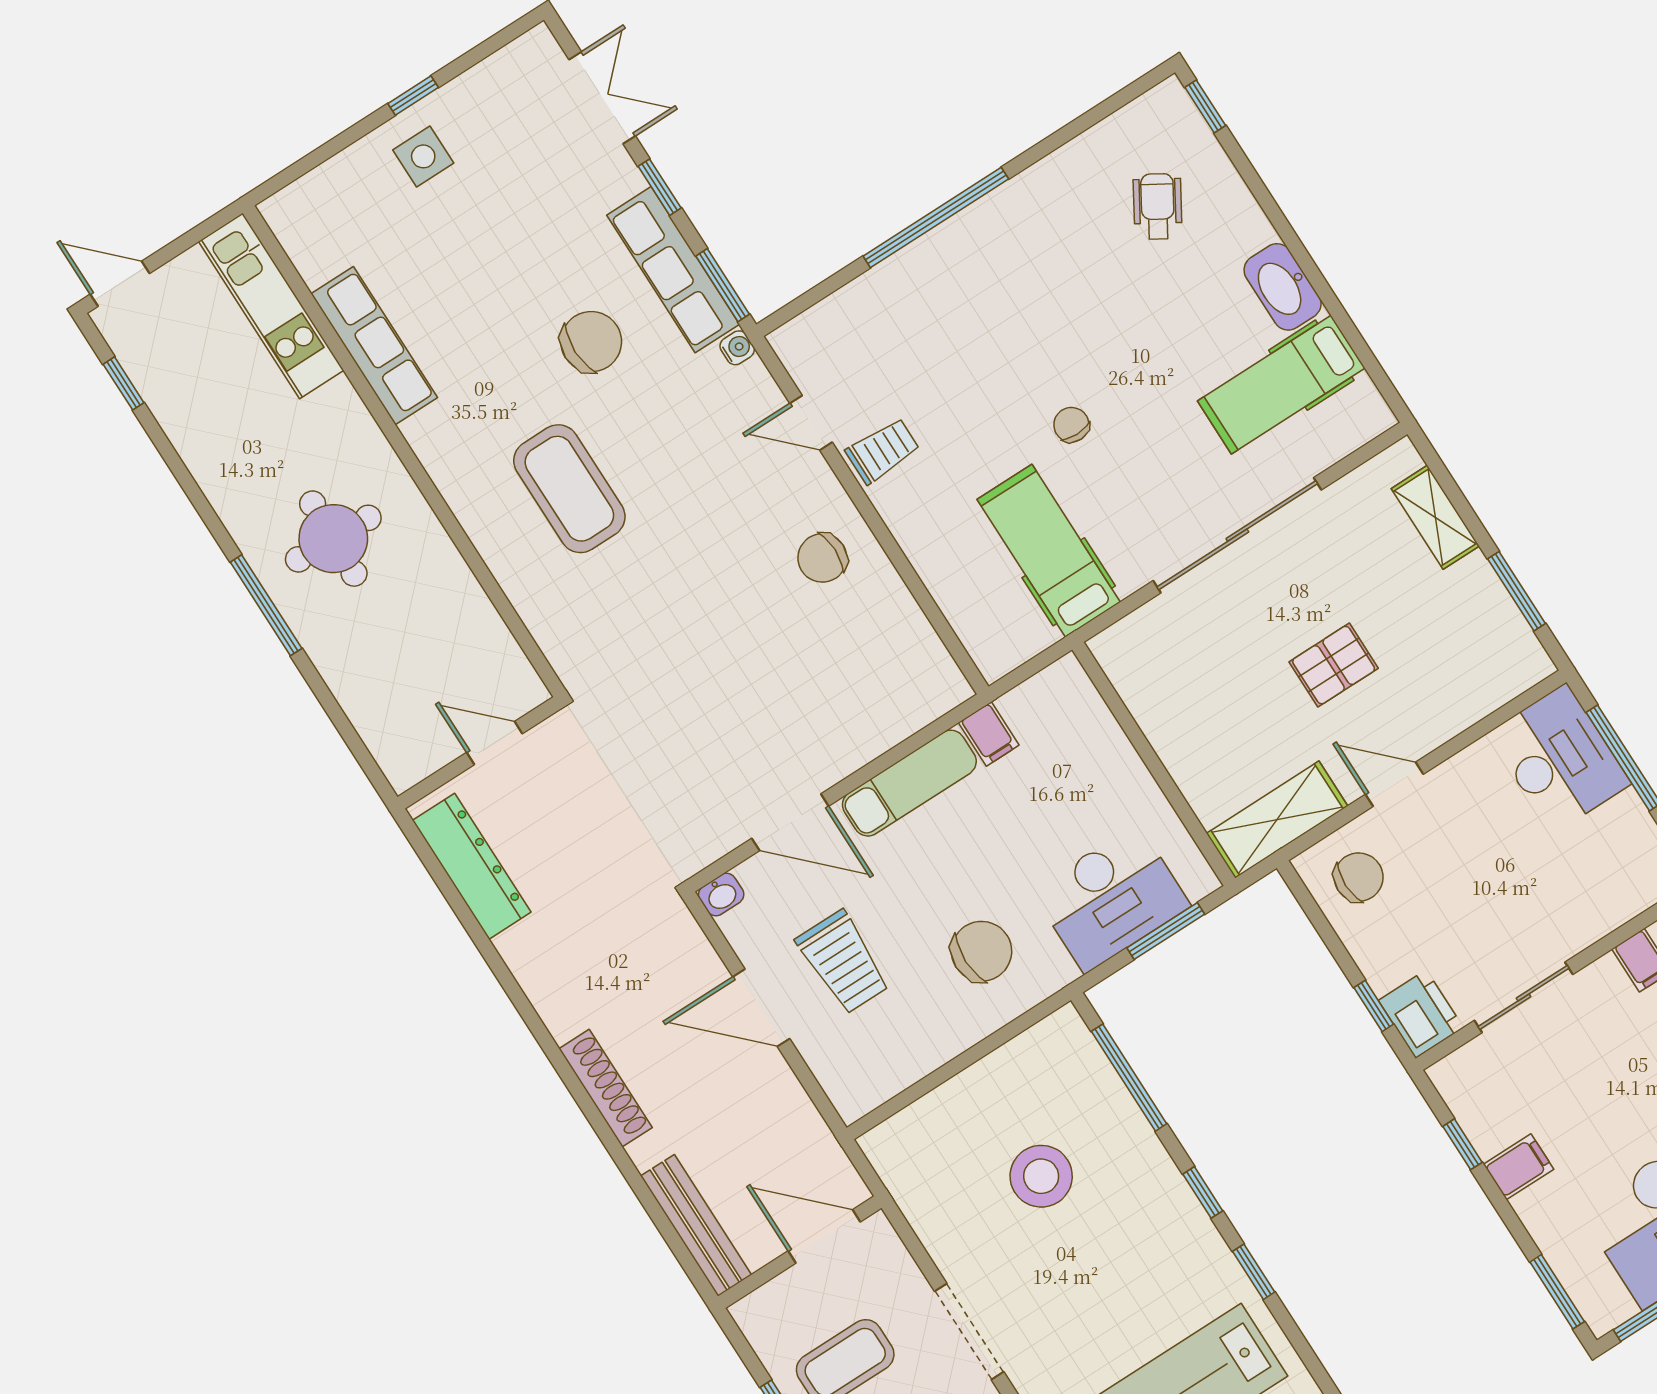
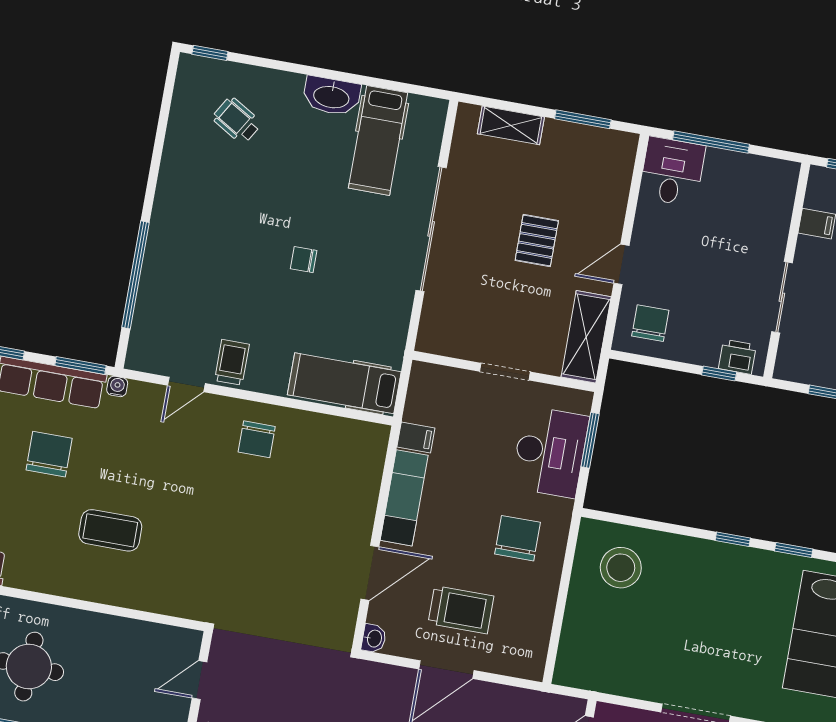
window: (936, 217) -> (136, 275), moved
coffee table: (569, 489) -> (110, 530), width x0.73, depth x0.76
hospital bed: (1049, 551) -> (344, 383), moved
desk: (1559, 759) -> (672, 172), width x0.73
doorway: (1154, 765) -> (505, 372), added
printer: (1421, 1014) -> (737, 357), width x0.73, depth x0.81
window: (1129, 1078) -> (644, 523), removed
stool: (1041, 1176) -> (621, 568), moved

